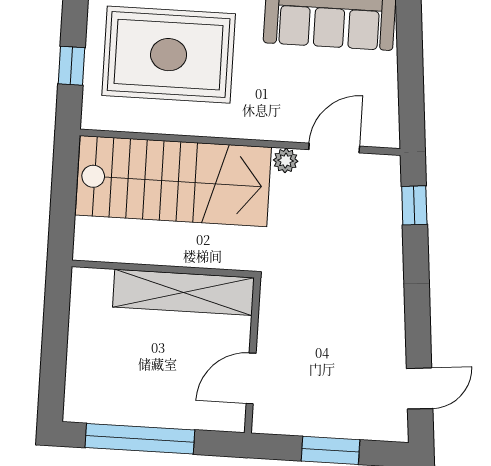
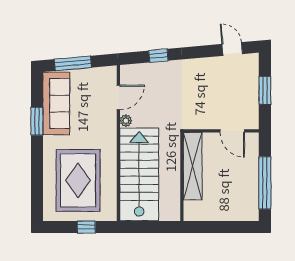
window: (410, 59) -> (73, 63), added
door: (334, 148) -> (118, 97), swing flipped
window: (414, 205) -> (158, 56), moved

